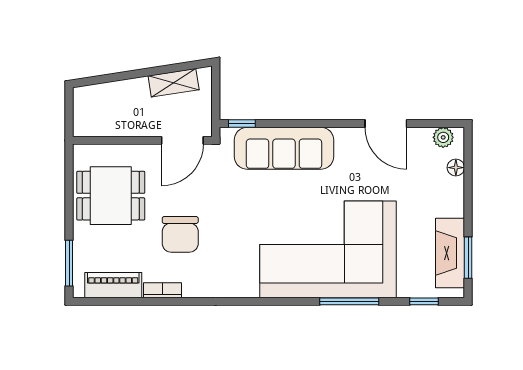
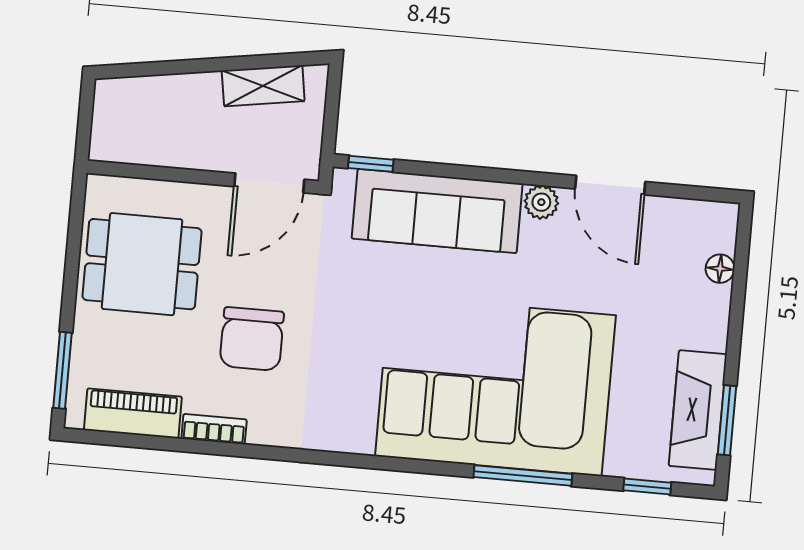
plant: (443, 137) -> (541, 202), moved

